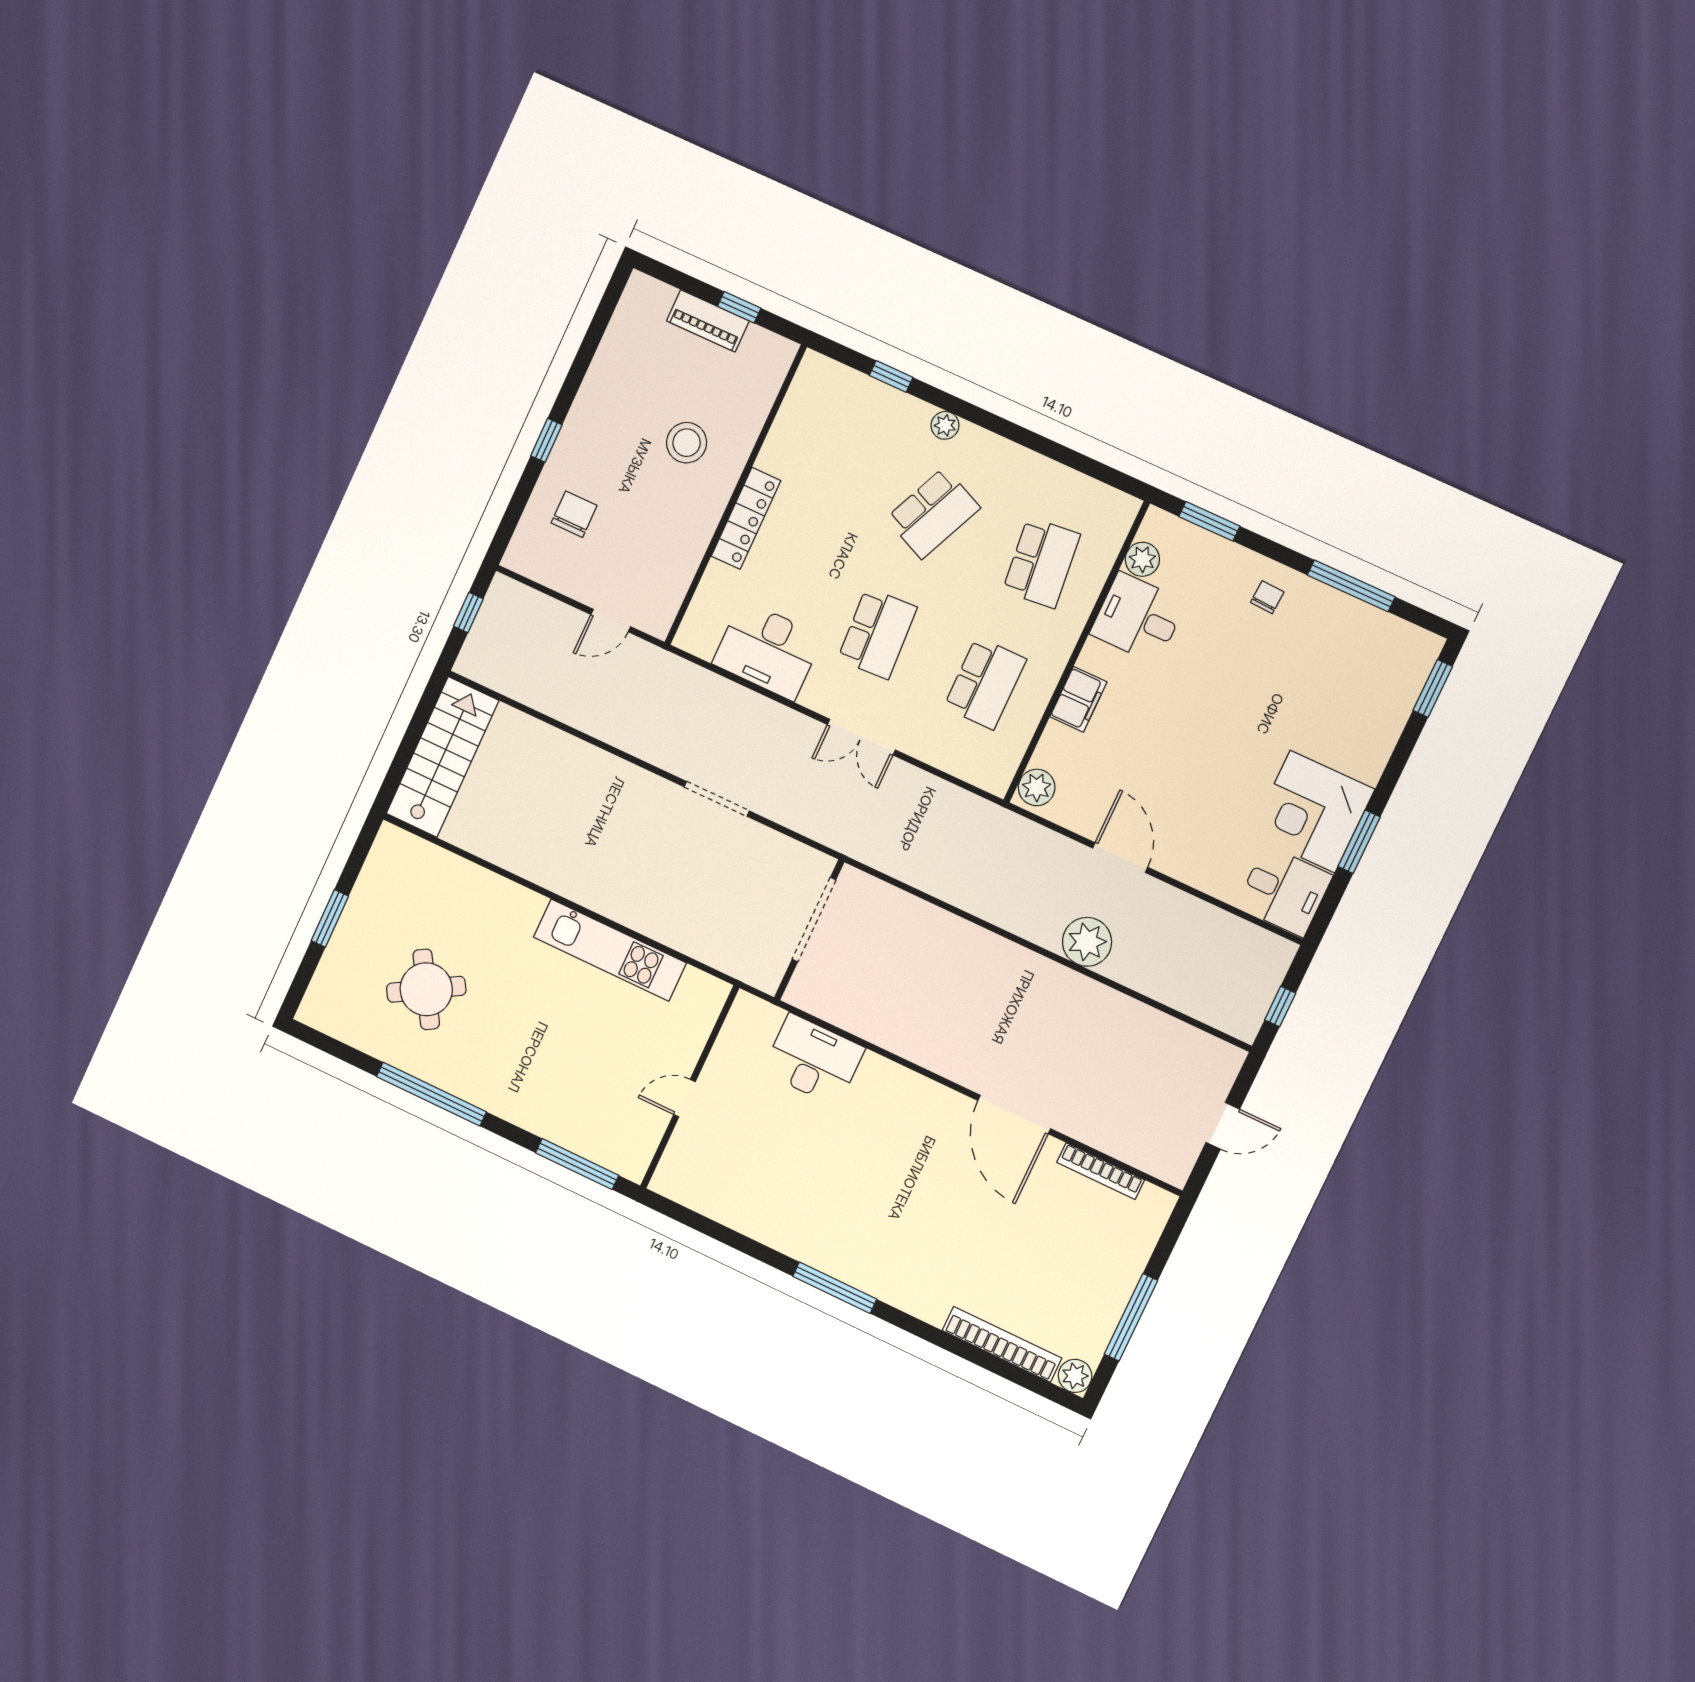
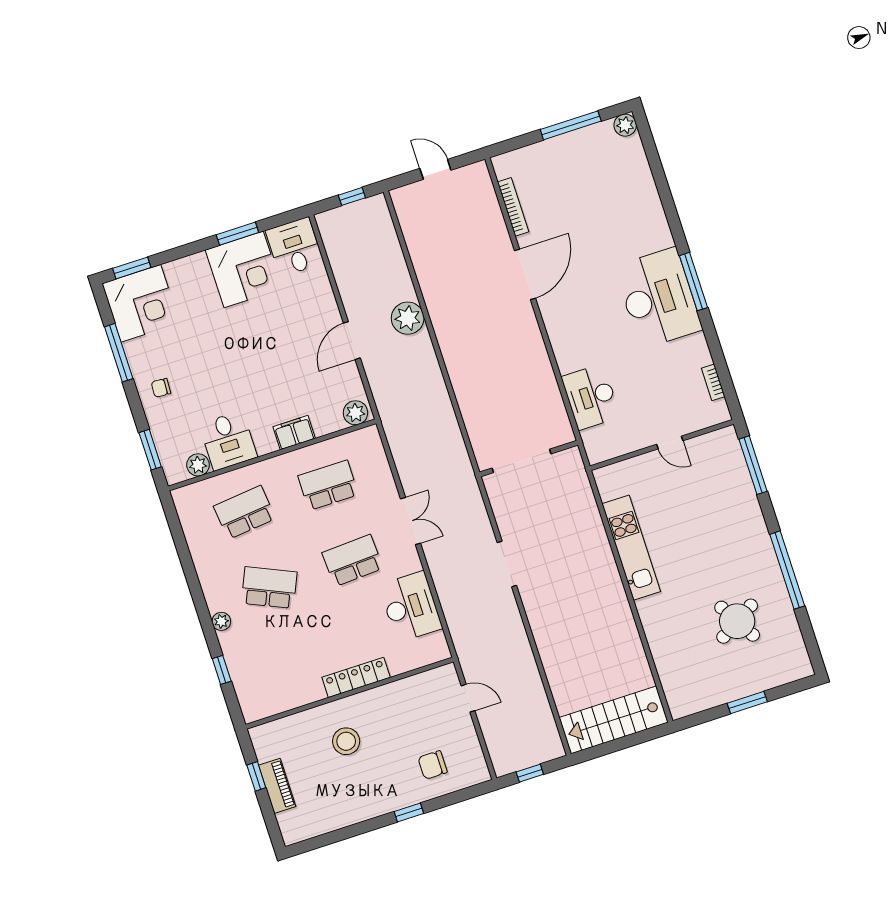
corner desk: (1383, 662) -> (141, 303), added
desk: (852, 1233) -> (658, 298), added
bookcase: (1002, 1344) -> (713, 382), moved, width x0.43, depth x0.76

